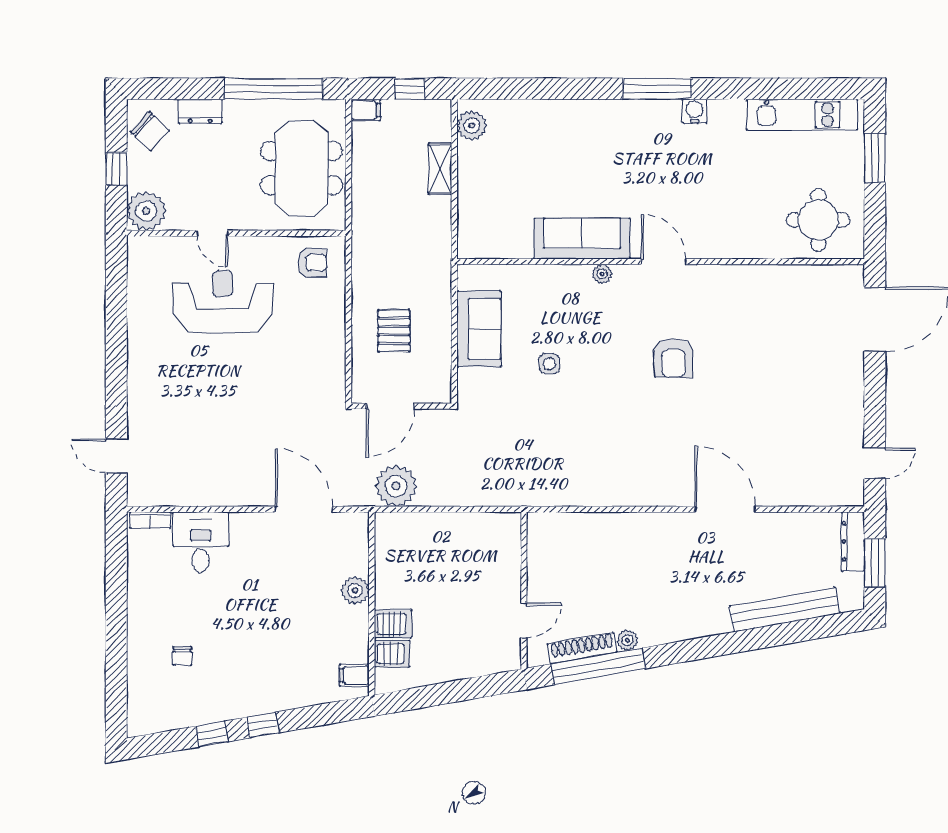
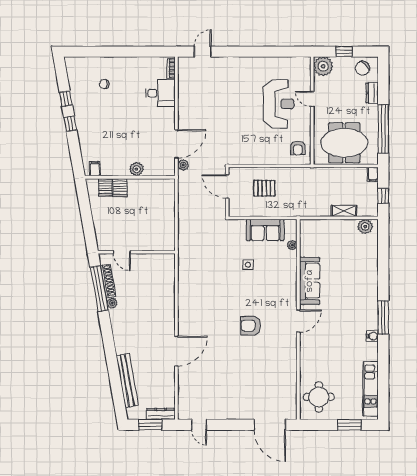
door: (212, 233) -> (312, 99), hinge flipped
plant: (602, 274) -> (292, 245), moved
plant: (396, 486) -> (183, 165), moved, width x0.53, depth x0.53

